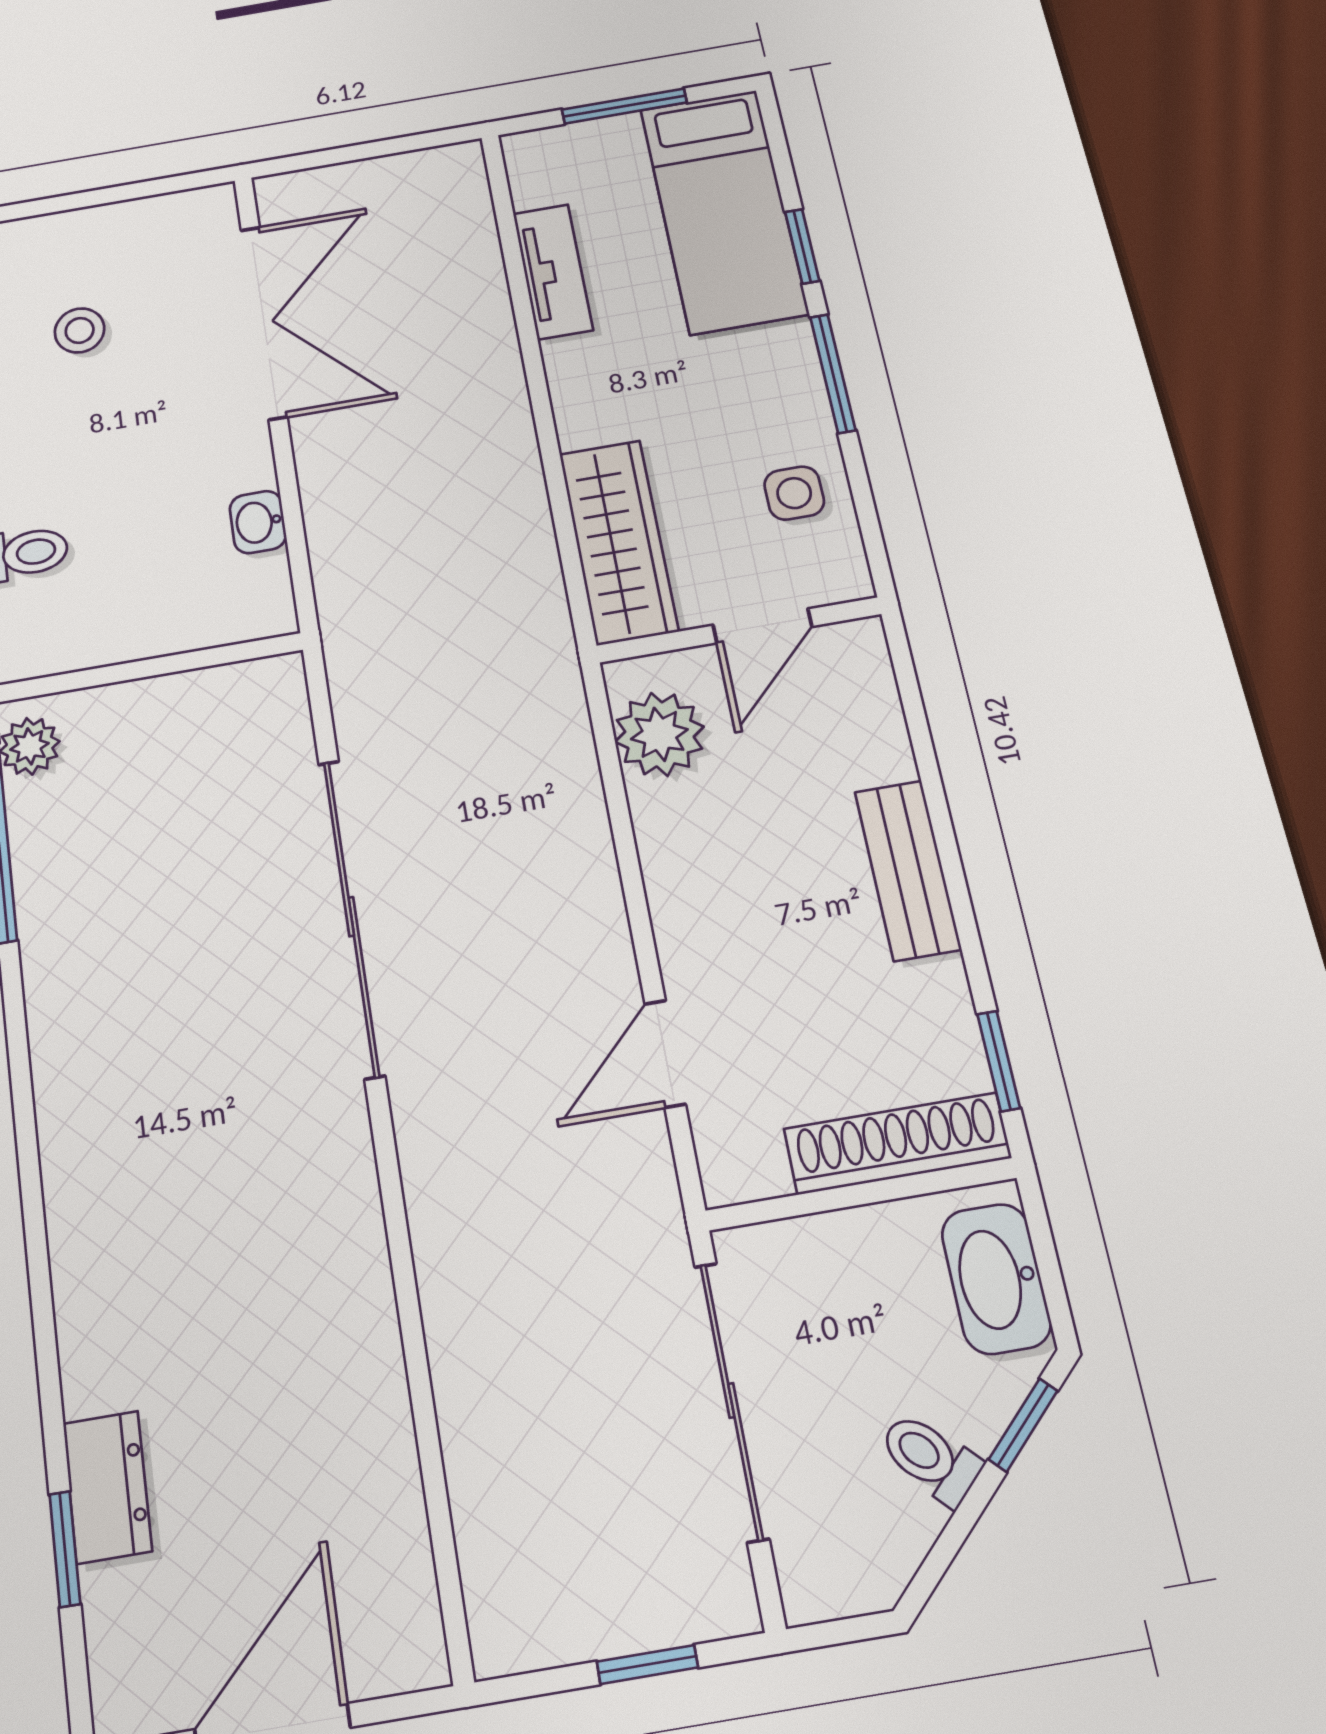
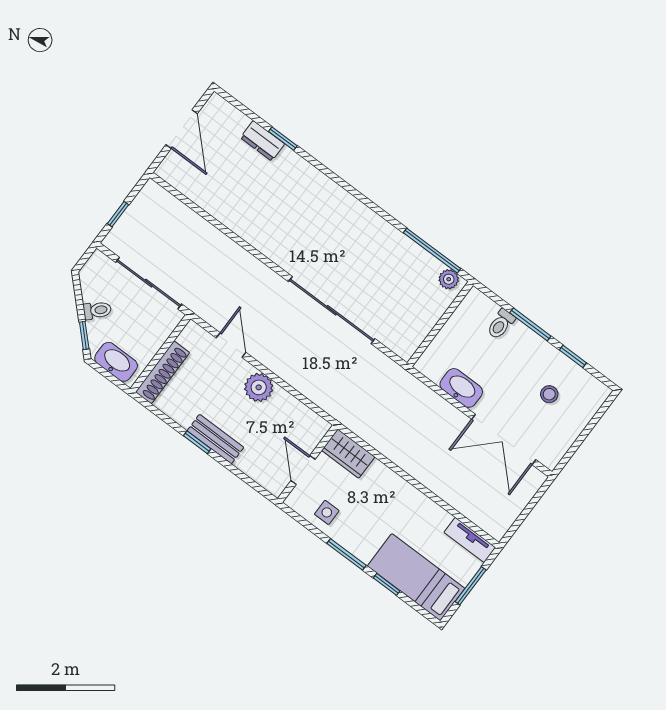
tv unit: (553, 272) -> (470, 540), moved
washbasin: (258, 522) -> (461, 388), width x1.91, depth x1.45
wardrobe: (618, 542) -> (348, 454), width x0.67
plant: (659, 734) -> (259, 387), moved
window: (999, 1061) -> (197, 442), moved
window: (65, 1549) -> (283, 139), moved

